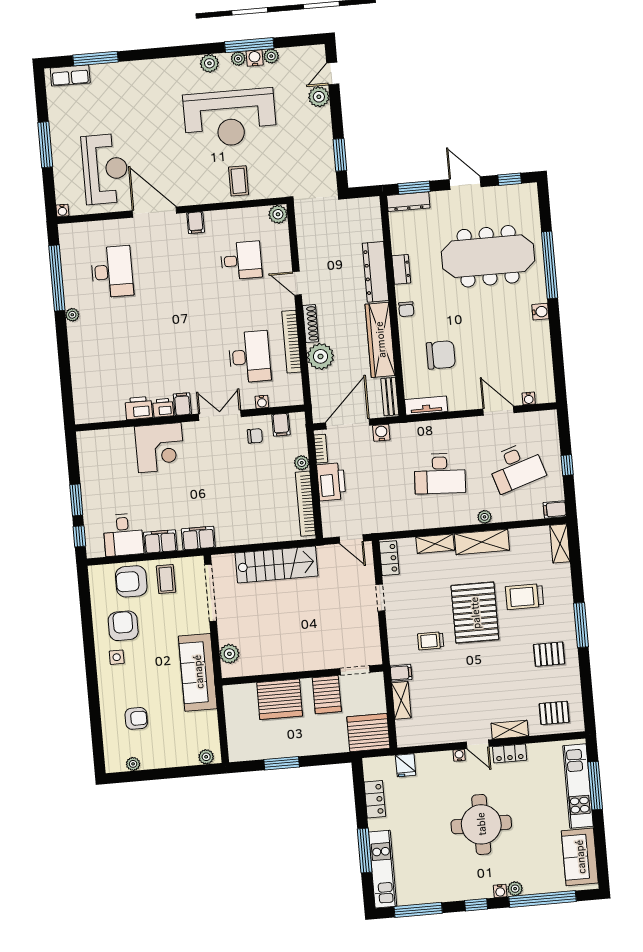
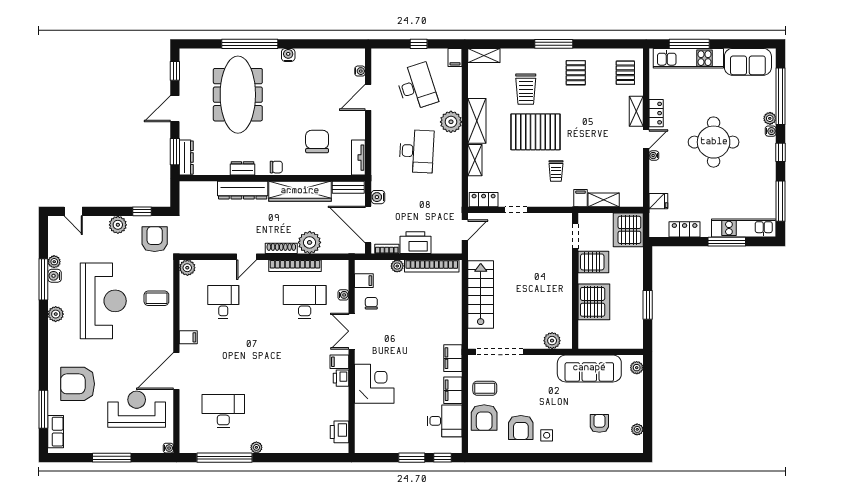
plant: (238, 59) -> (54, 290), removed
armchair: (129, 96) -> (78, 384), added
plant: (319, 97) -> (118, 225), moved
window: (340, 155) -> (142, 211), width x0.67
armchair: (308, 173) -> (155, 239), added
printer: (139, 408) -> (339, 432), moved
plant: (485, 517) -> (451, 122), width x1.87, depth x1.87
armchair: (123, 626) -> (521, 428), turned -90
sofa: (198, 672) -> (589, 368), moved

